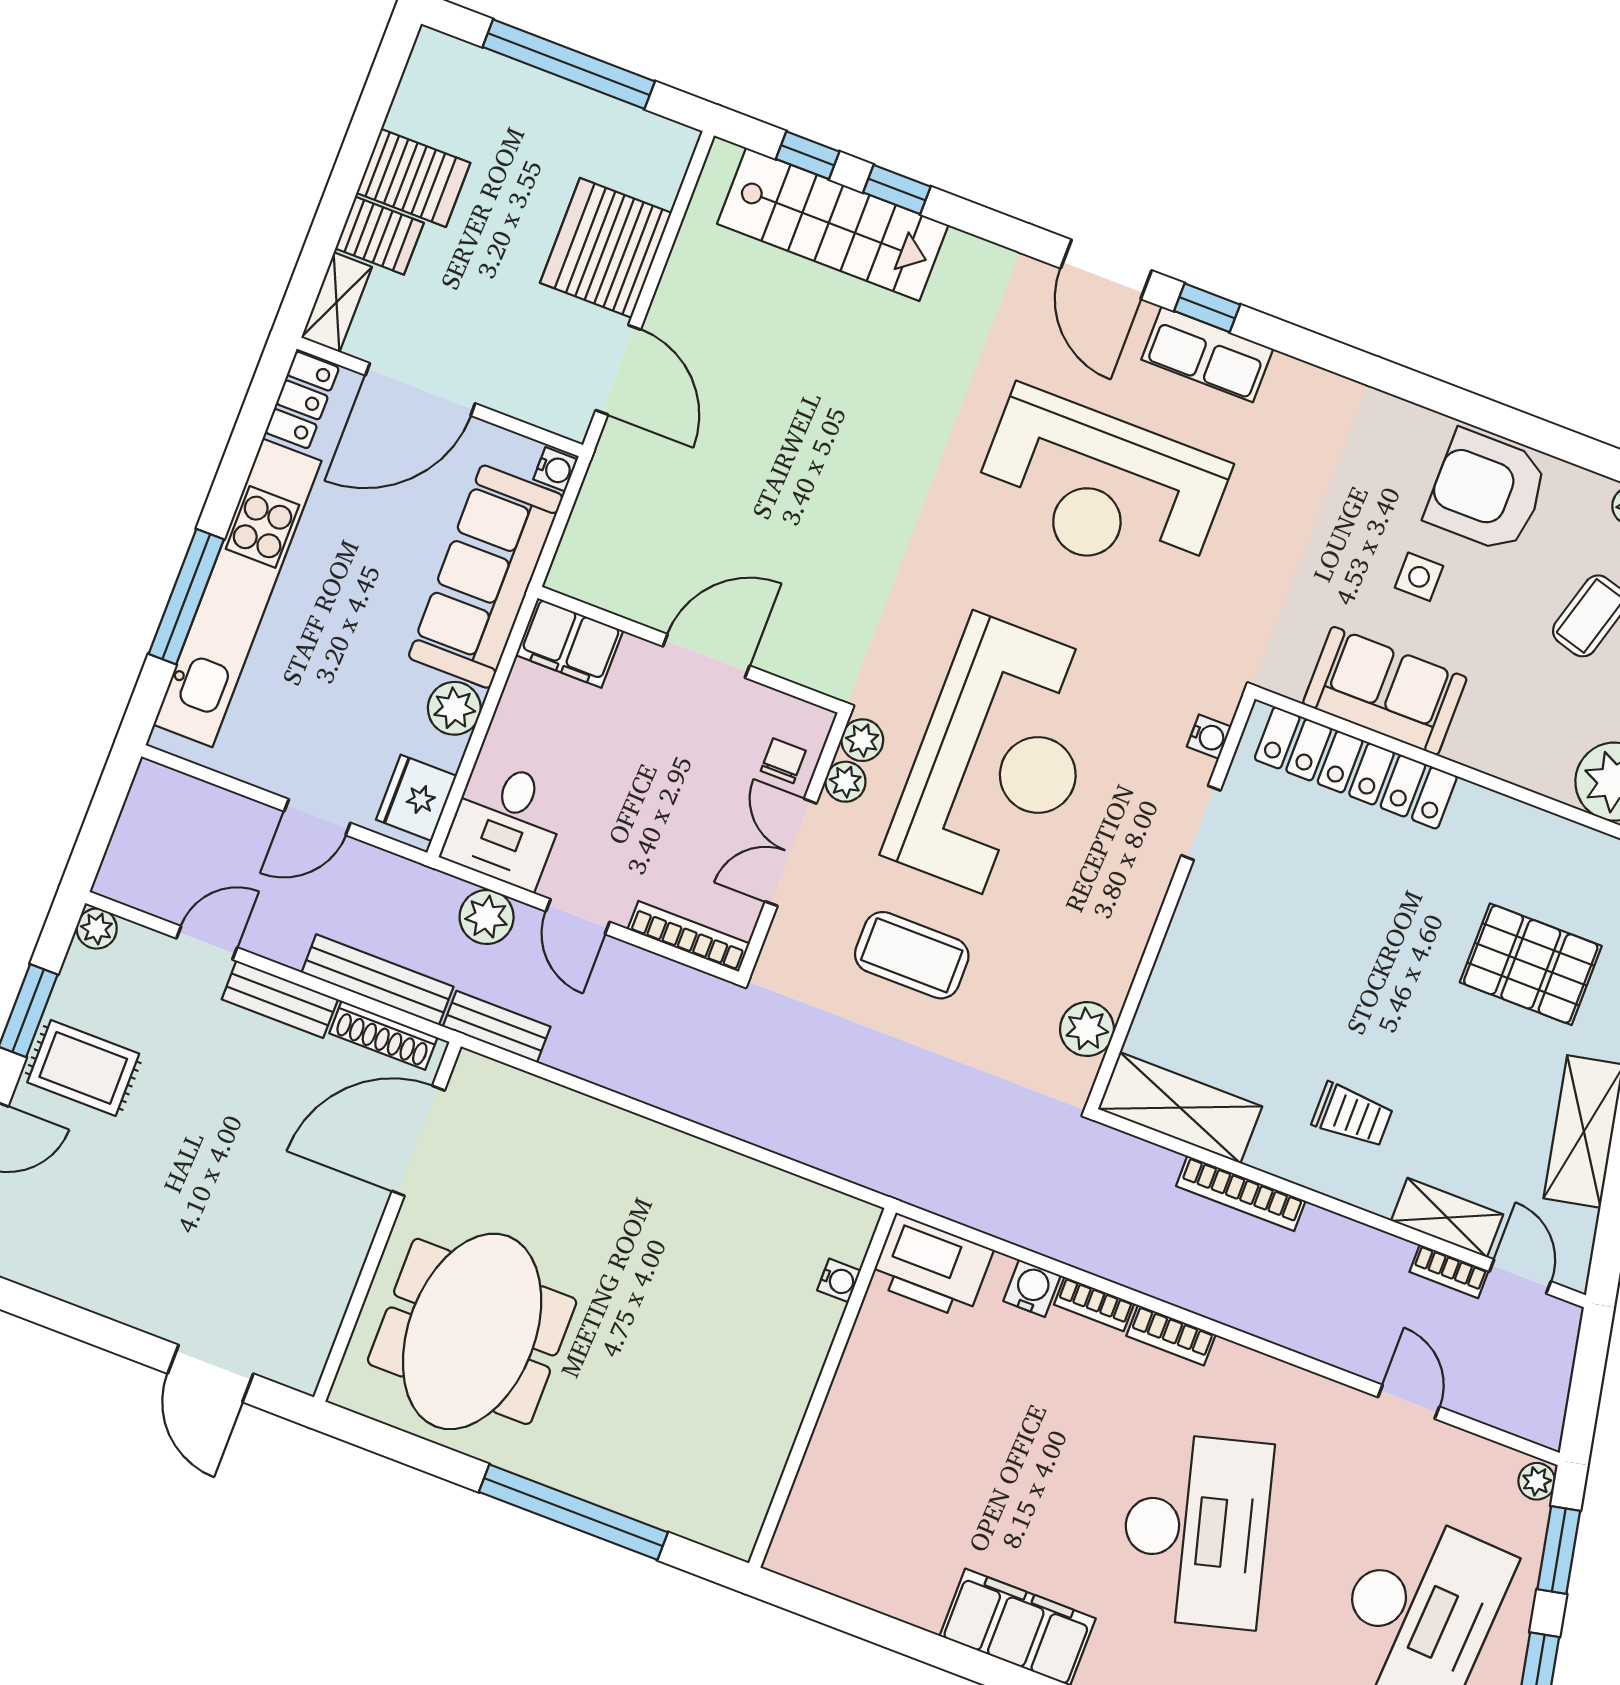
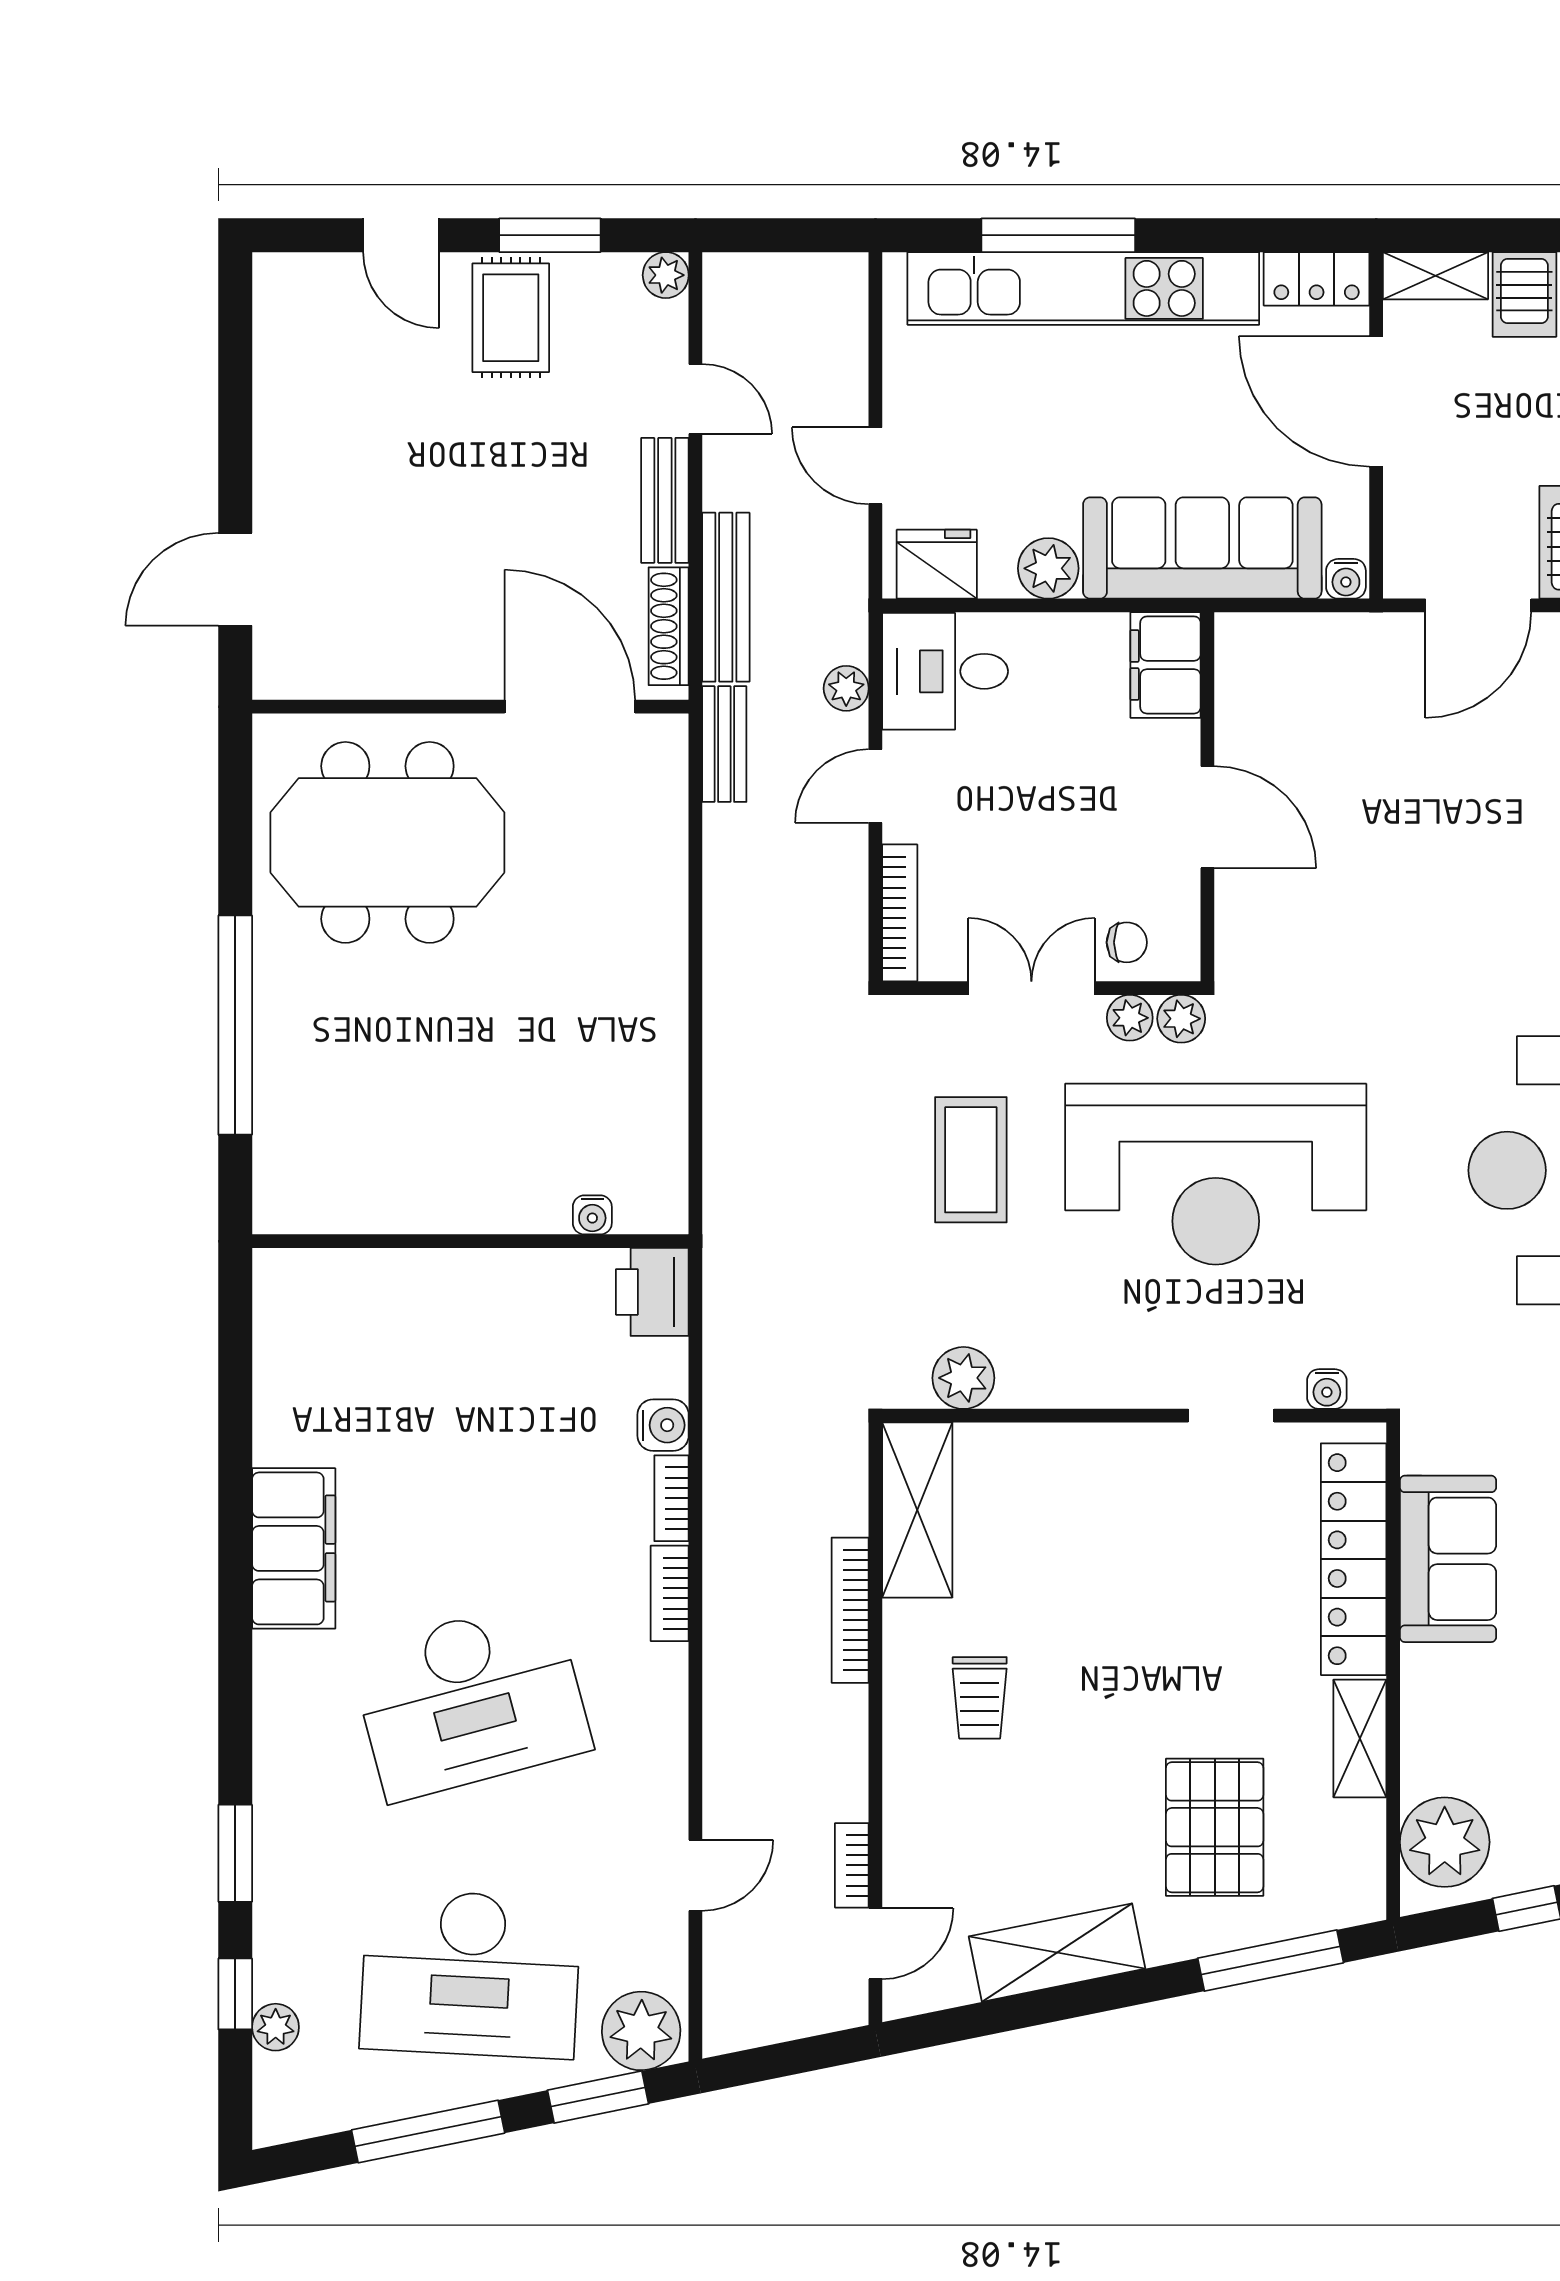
plant: (487, 917) -> (846, 688), width x0.73, depth x0.73
shelving: (1447, 1218) -> (1360, 1738), moved
printer: (931, 1266) -> (652, 1292), width x0.73, depth x0.84
plant: (1537, 1481) -> (641, 2031), width x1.88, depth x1.88

